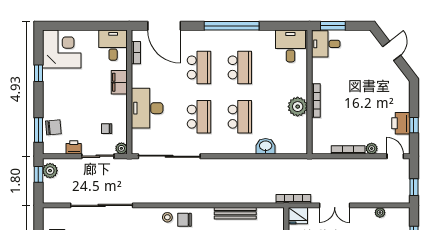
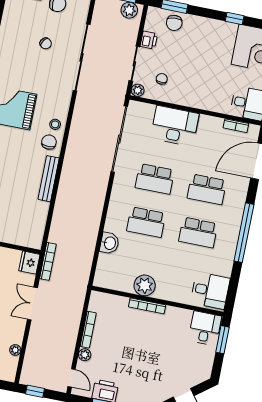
filing cabinet: (119, 82) -> (208, 102), removed
door: (395, 156) -> (72, 378), hinge flipped
bench: (235, 213) -> (49, 179), moved

